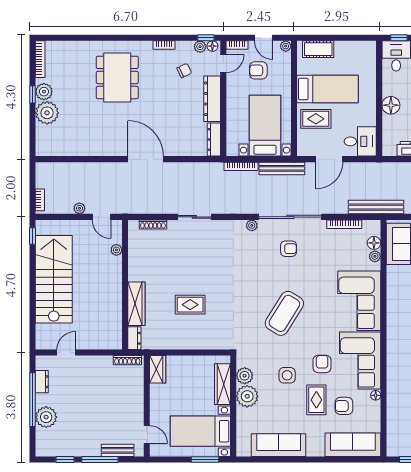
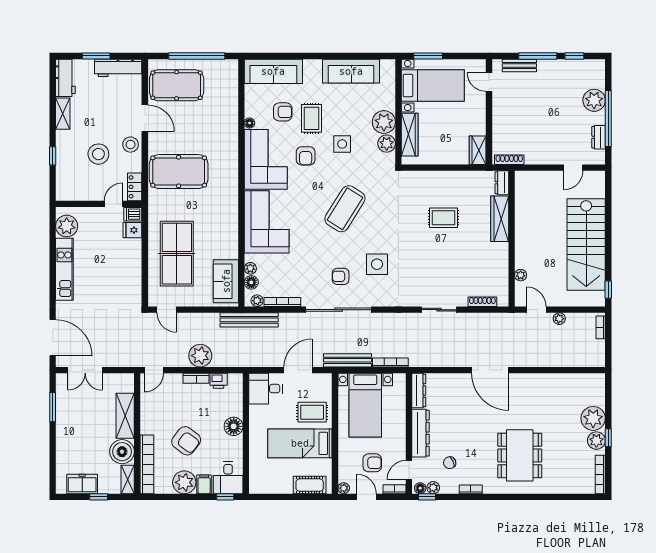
plant: (252, 225) -> (257, 301), moved
side table: (254, 260) -> (377, 264), added

